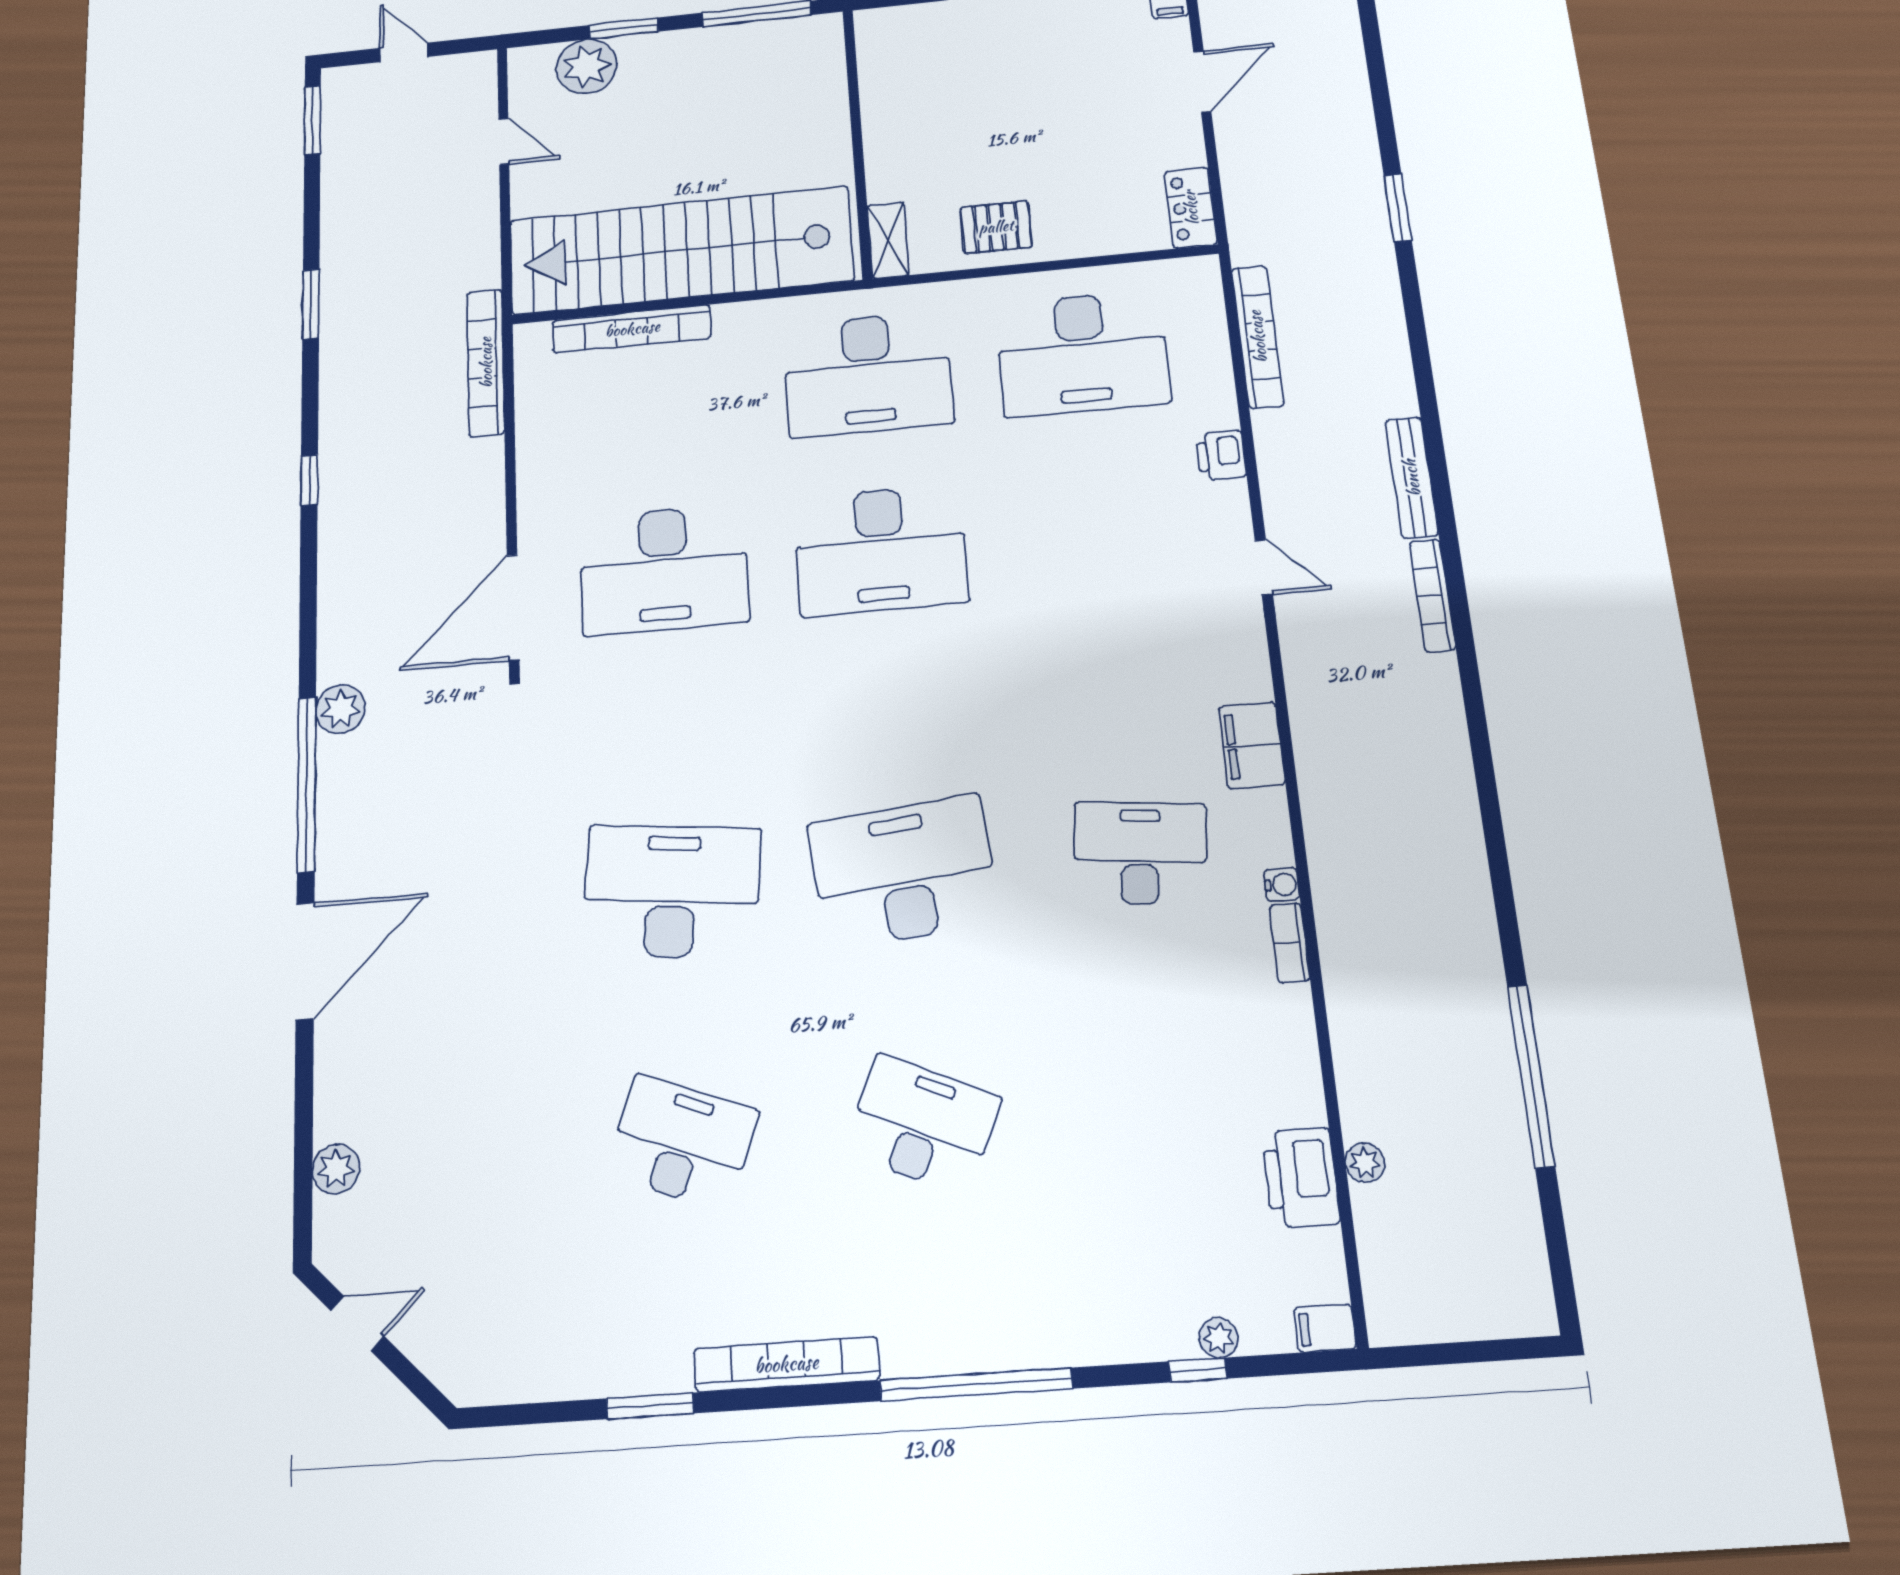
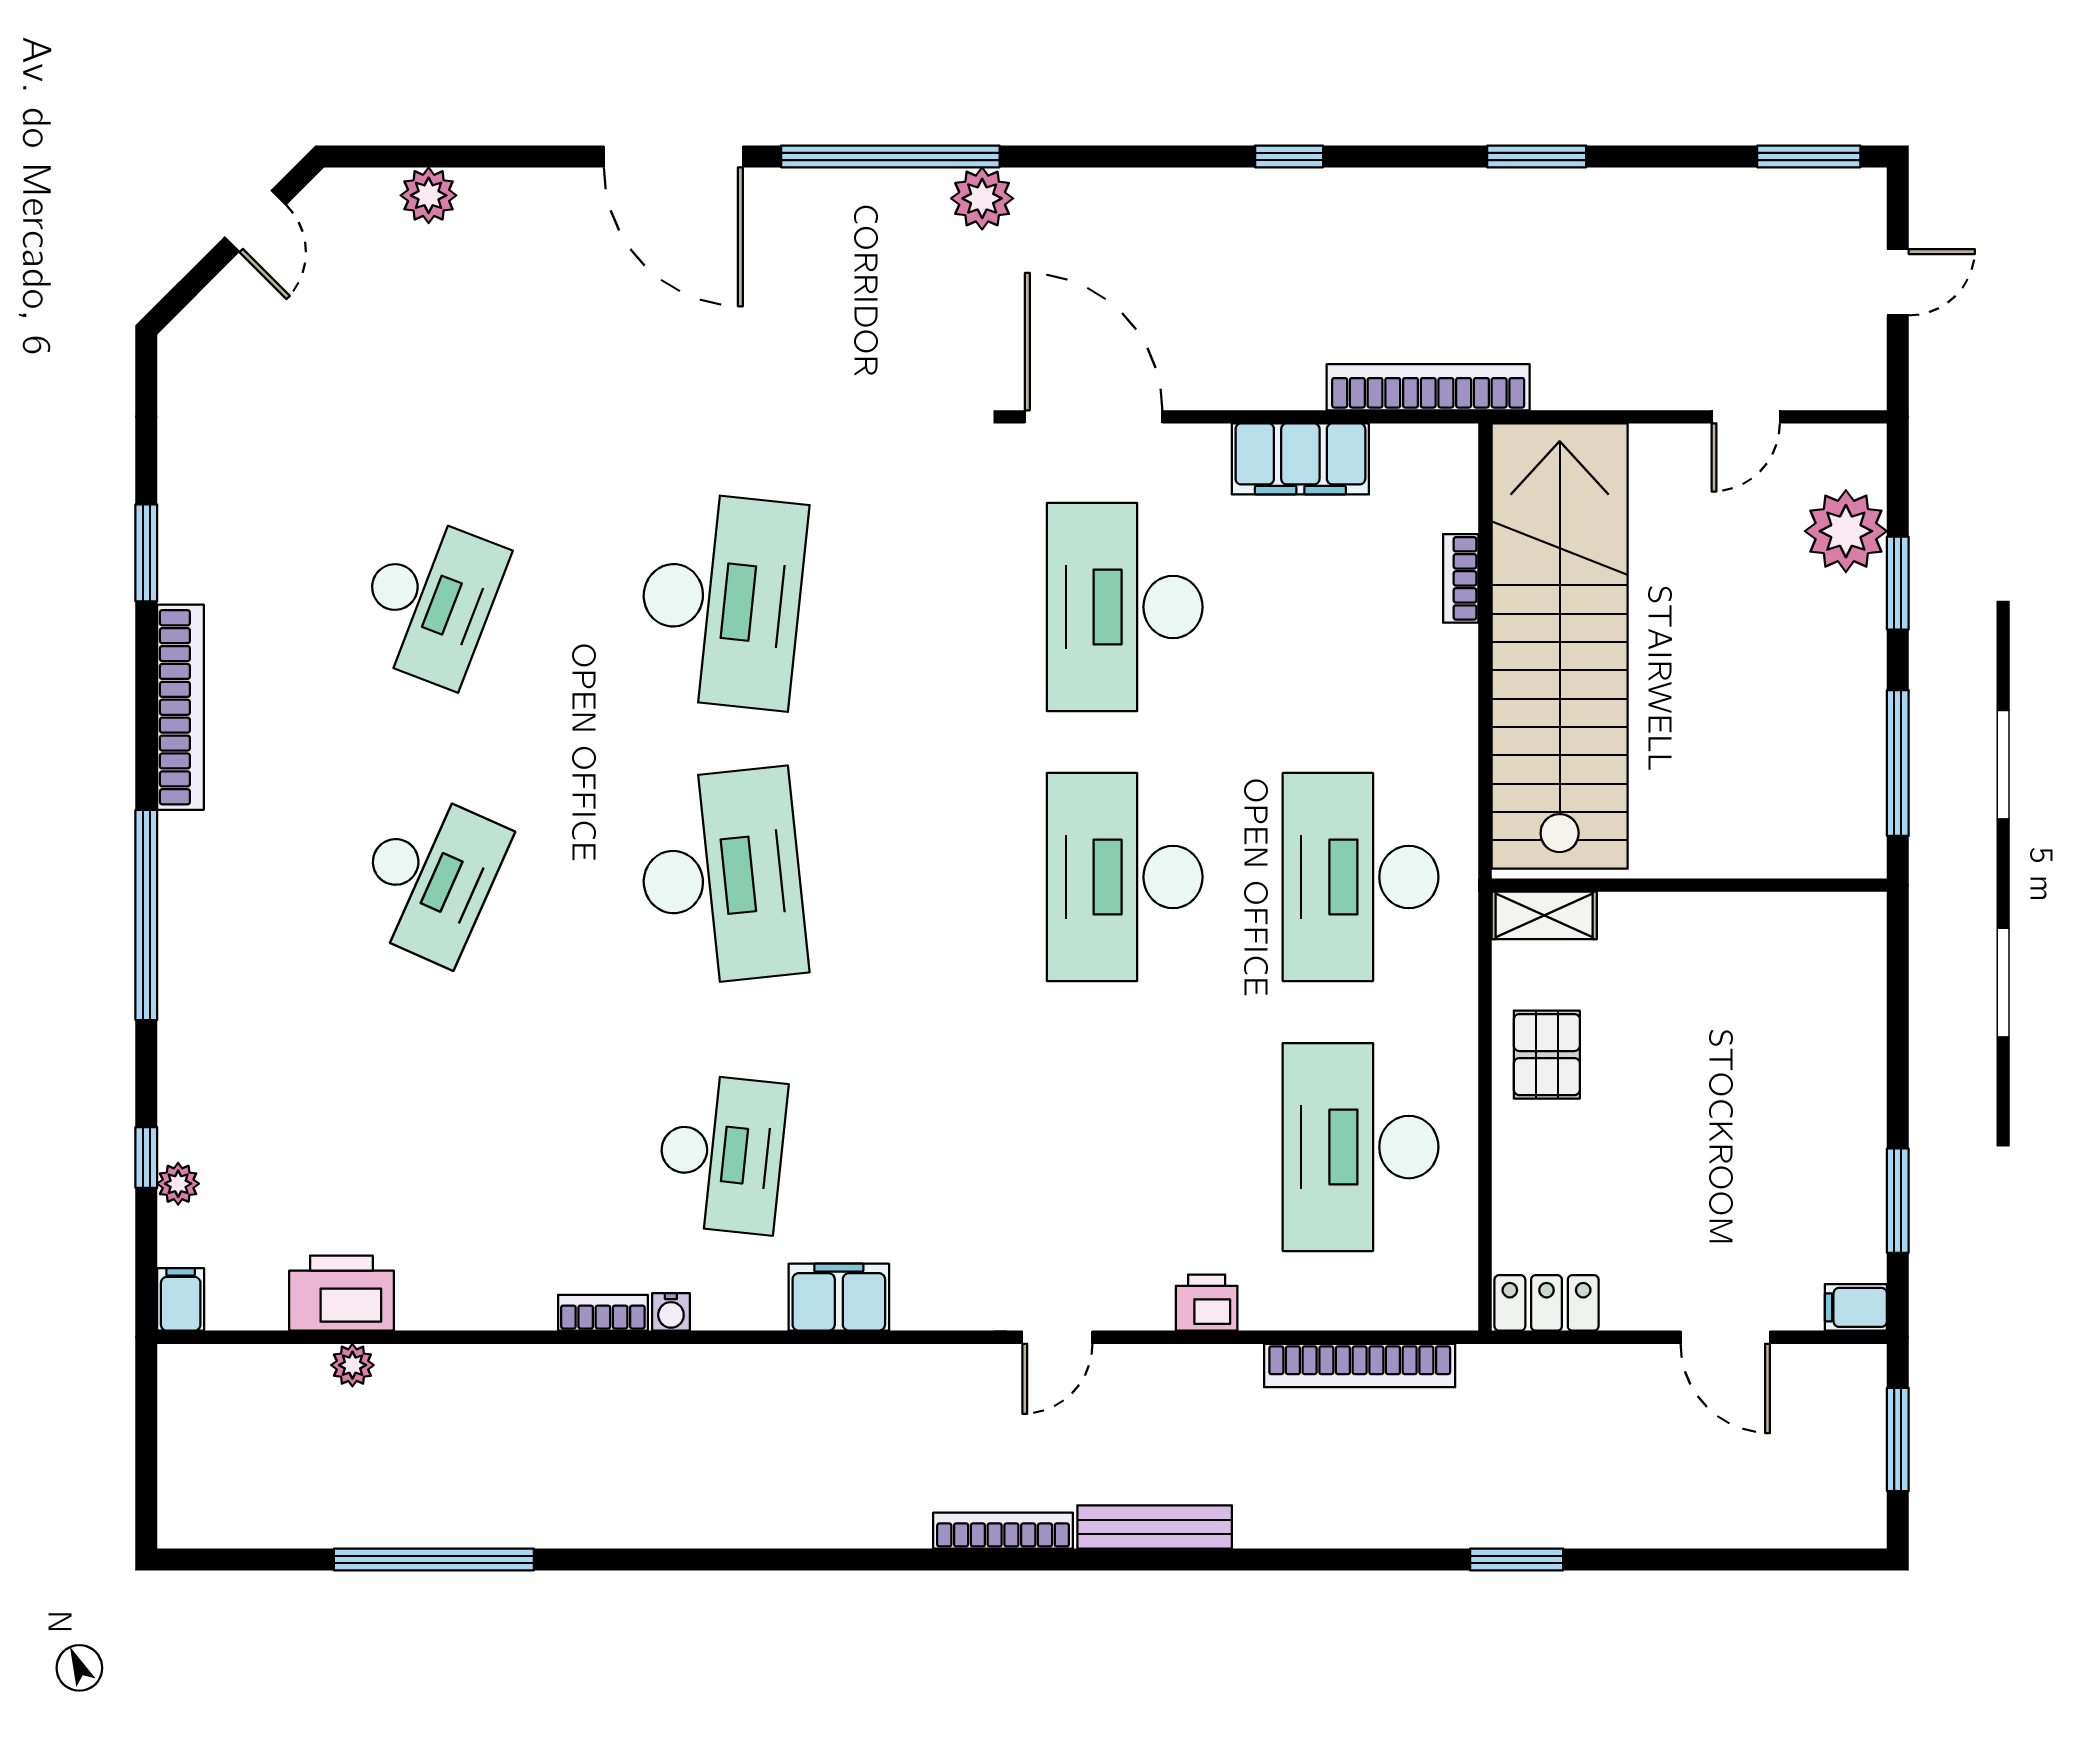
bookcase: (632, 329) -> (1461, 578), width x0.43, depth x0.76
filing cabinet: (543, 450) -> (1300, 459), added

